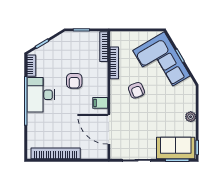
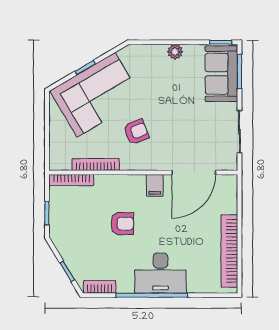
desk: (41, 95) -> (160, 273), moved

